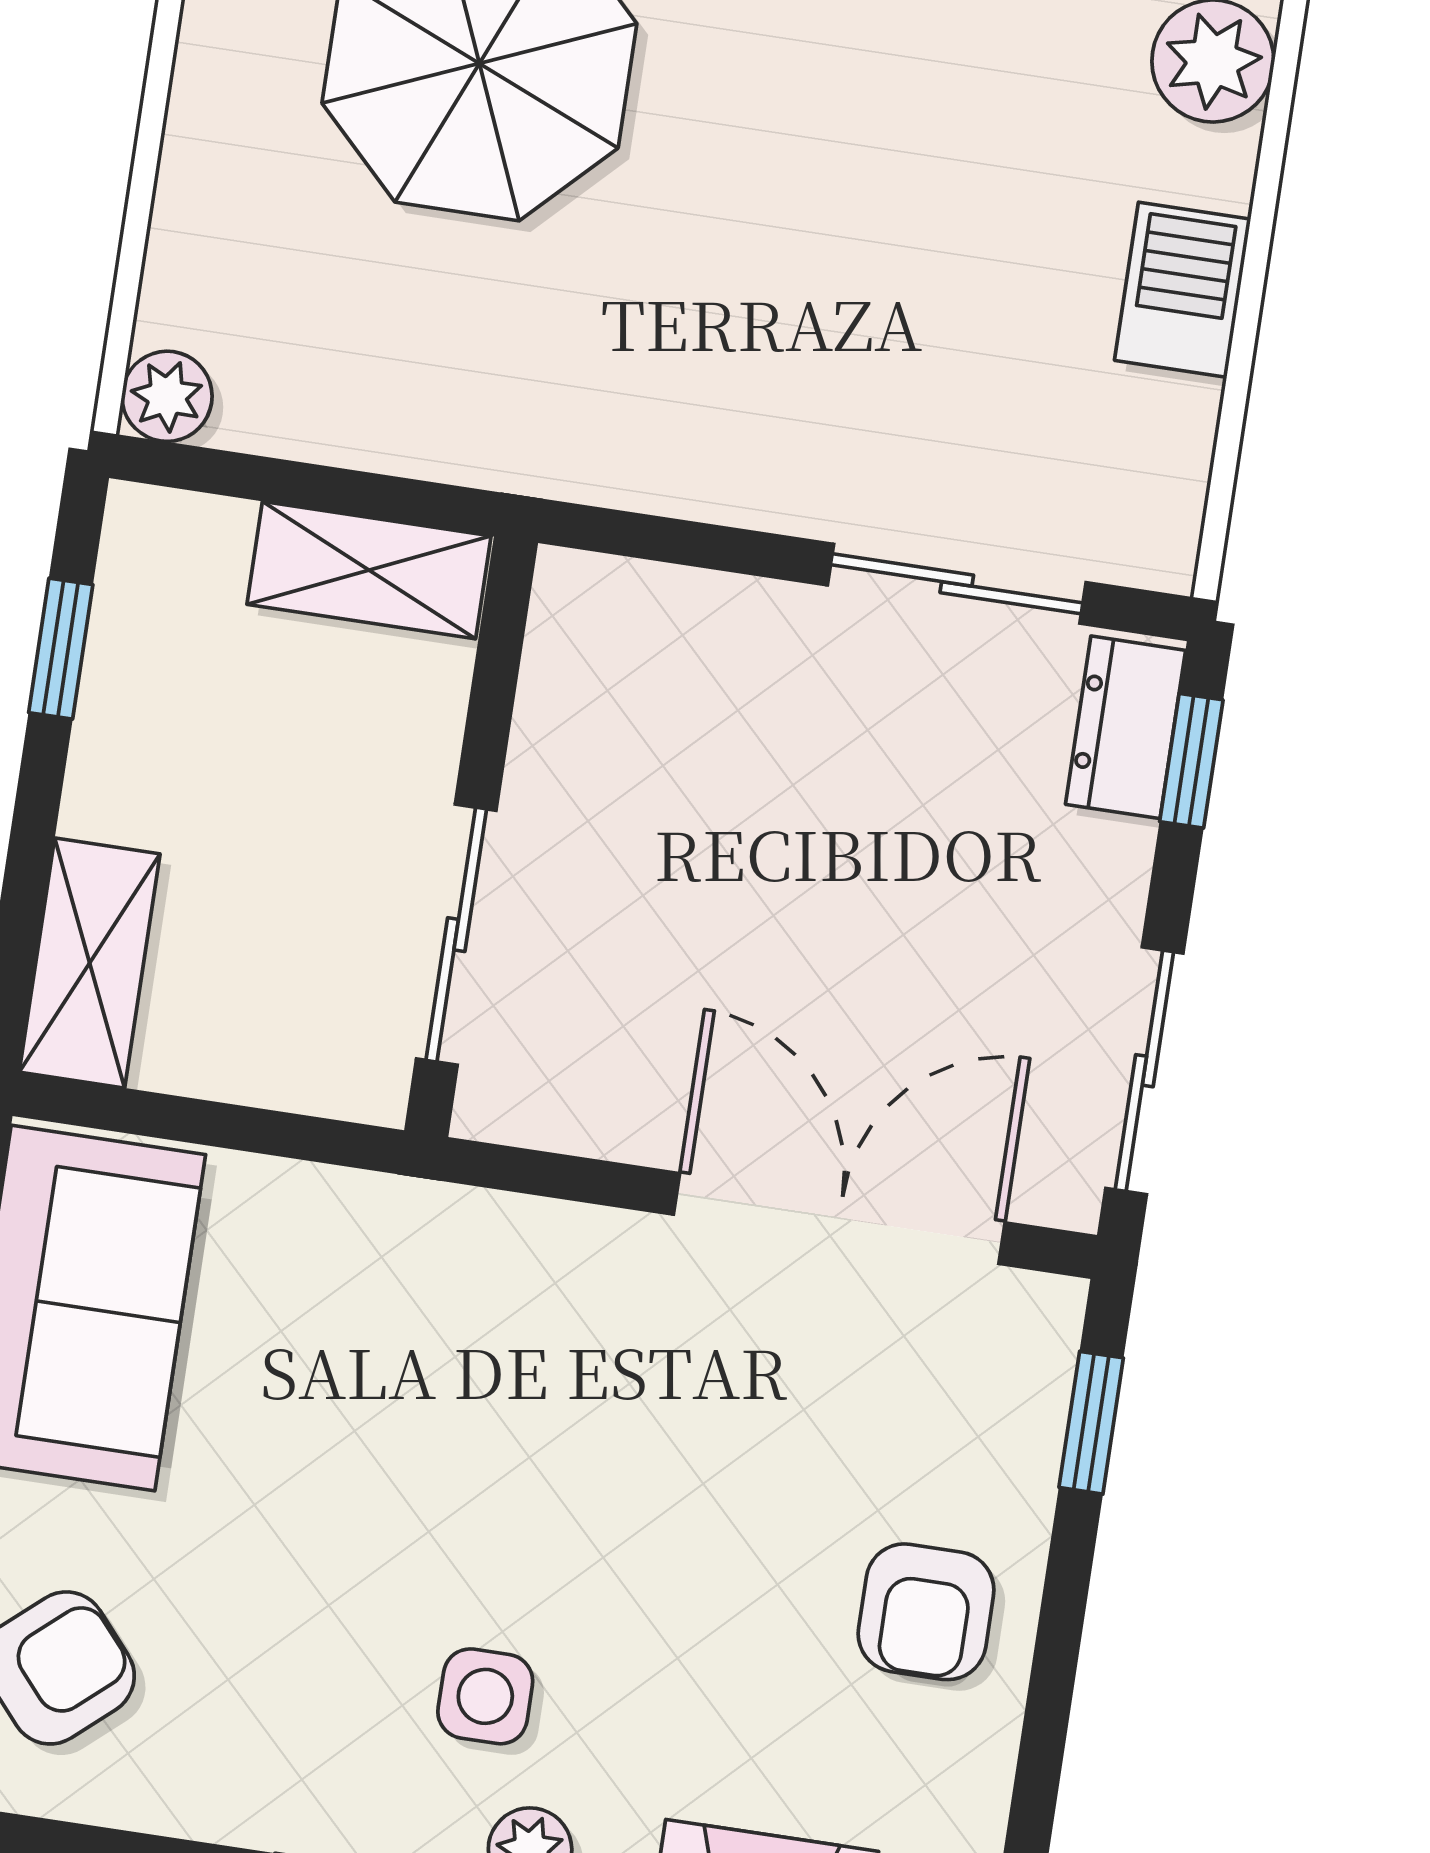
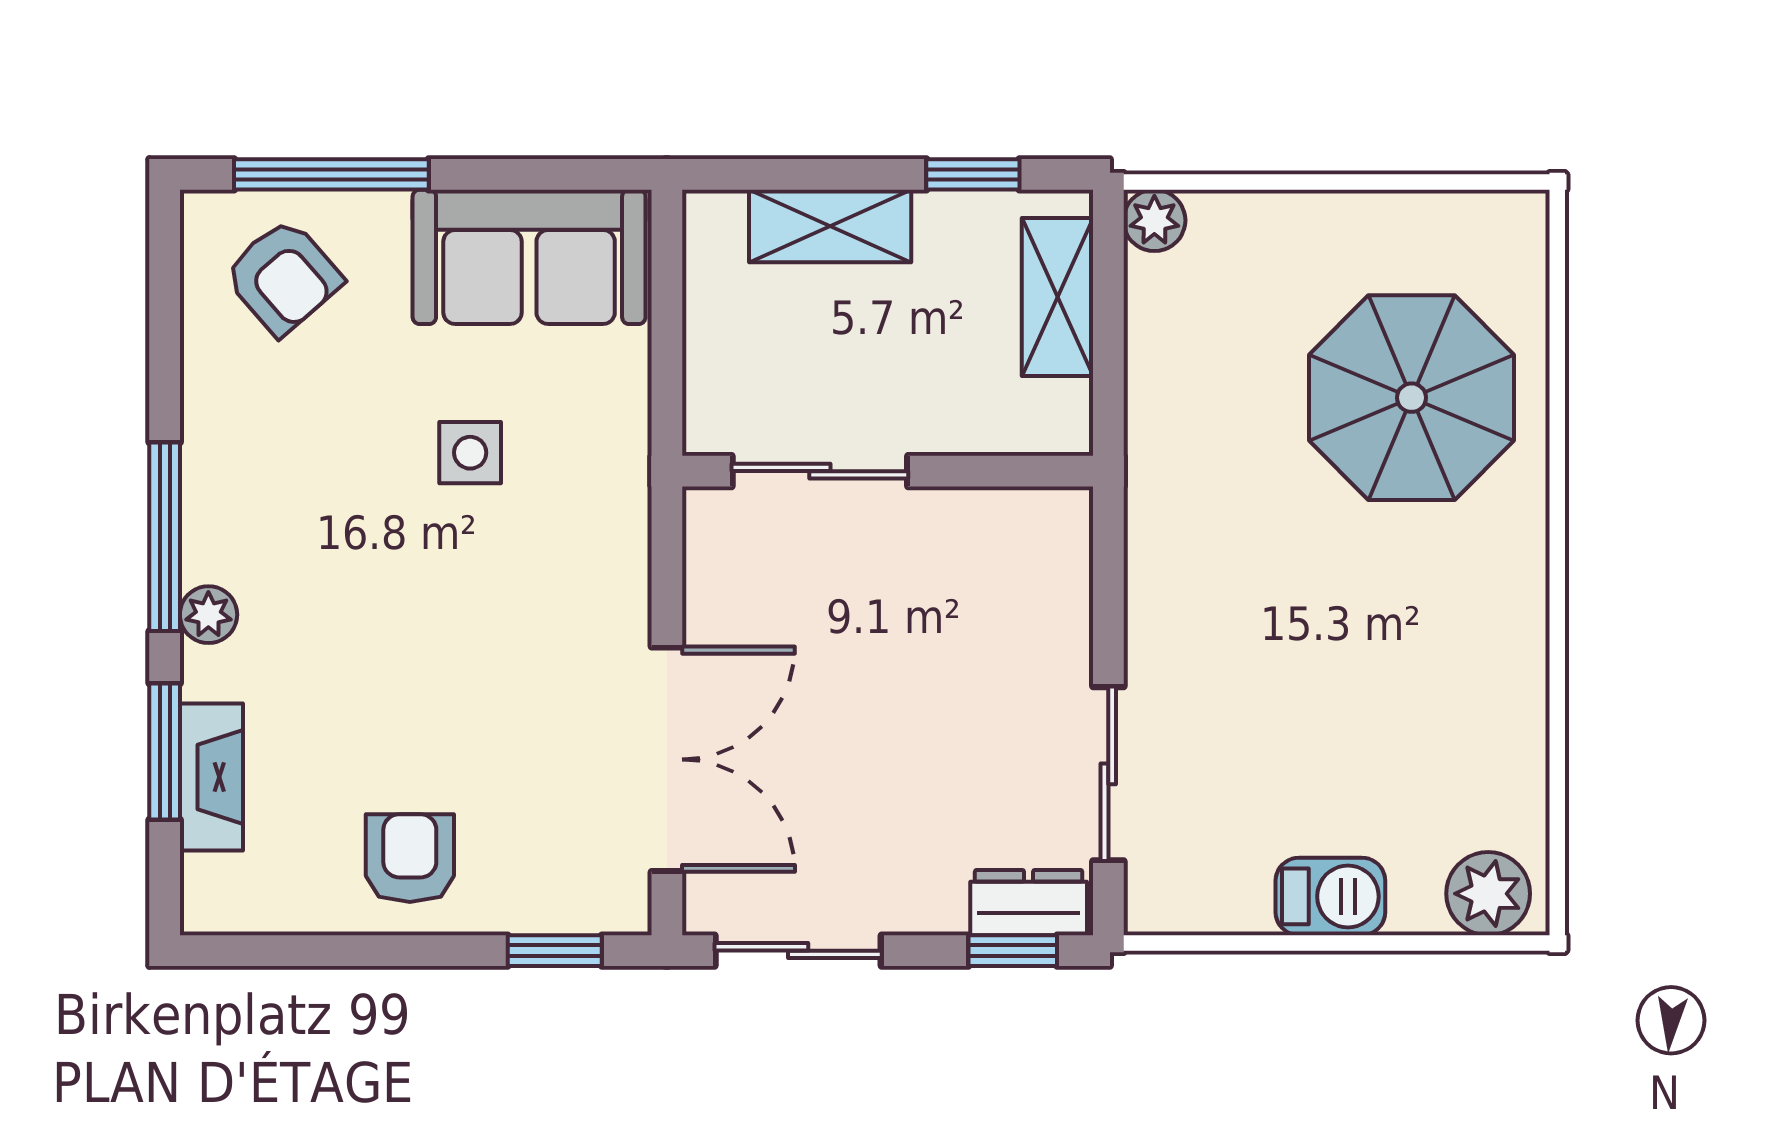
shelving: (369, 570) -> (1057, 297), moved
shelving: (90, 963) -> (830, 226), moved
armchair: (926, 1612) -> (410, 858), turned 90
side table: (485, 1696) -> (470, 453), moved

